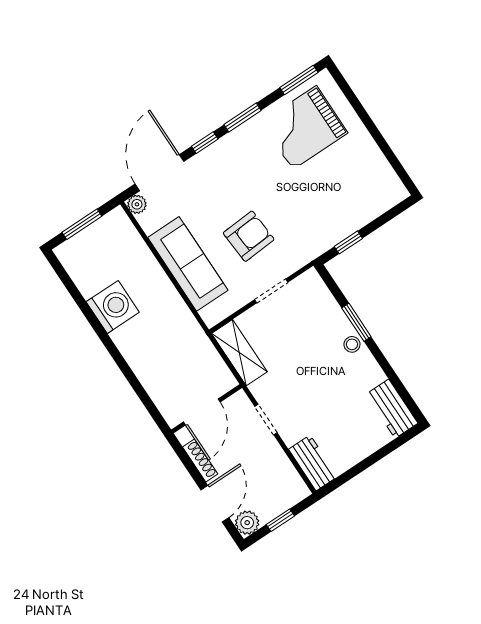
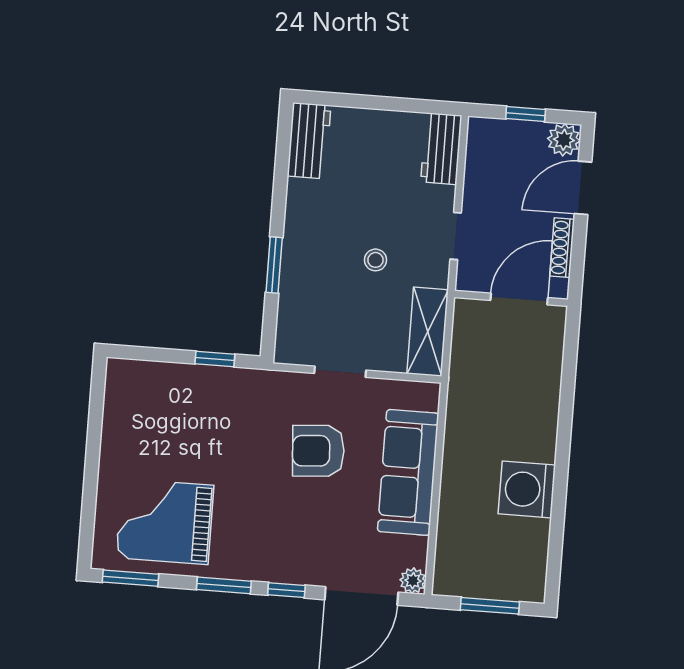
grand piano: (305, 128) -> (165, 522), turned 180
stool: (352, 344) -> (376, 260), moved

